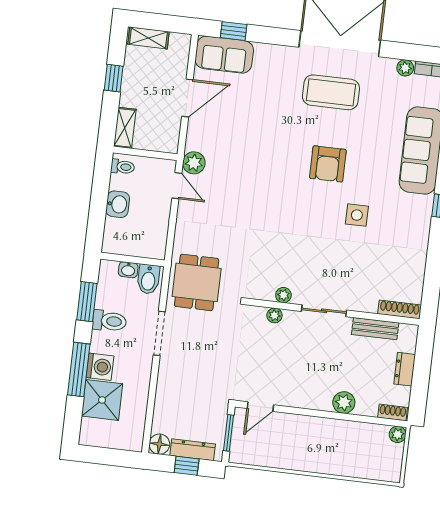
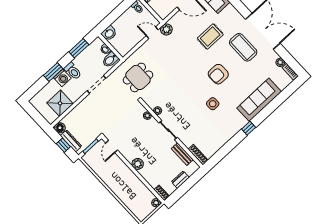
rug: (268, 118) -> (210, 36), added
door: (177, 186) -> (152, 33), swing flipped
washbasin: (118, 204) -> (109, 33), moved
dining table: (197, 282) -> (138, 77), moved
toilet: (109, 321) -> (73, 71), moved
window: (79, 370) -> (53, 72), width x0.69
shower: (102, 400) -> (60, 103), moved
plant: (344, 403) -> (138, 164), moved
door: (260, 407) -> (112, 146), hinge flipped

